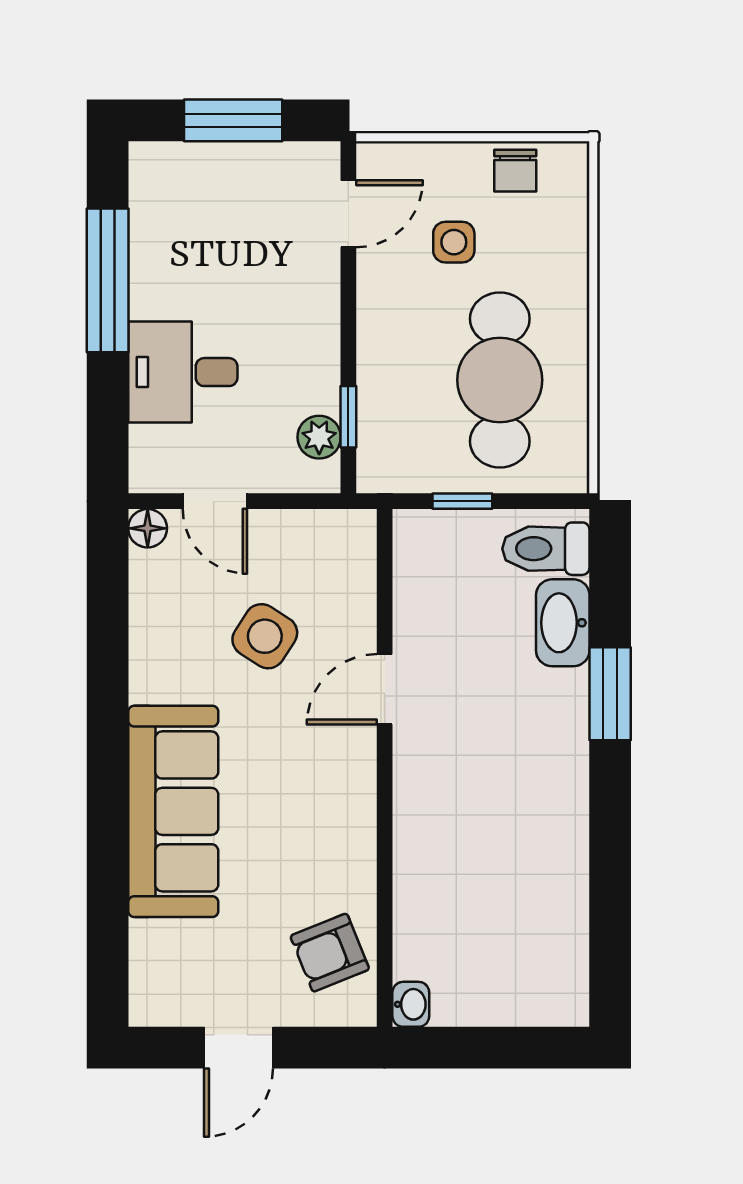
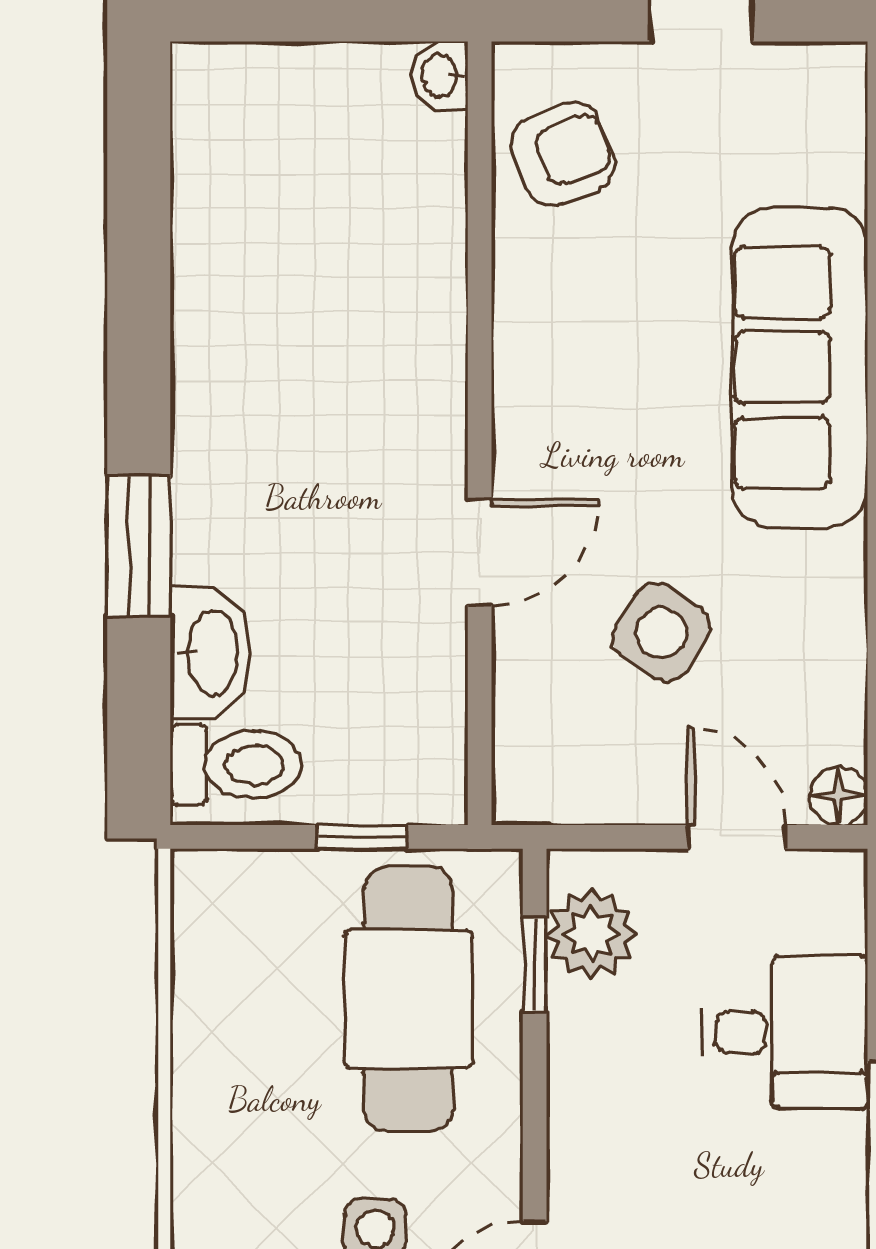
cafe table: (500, 380) -> (408, 999), moved
plant: (319, 437) -> (591, 934), width x1.38, depth x1.38

